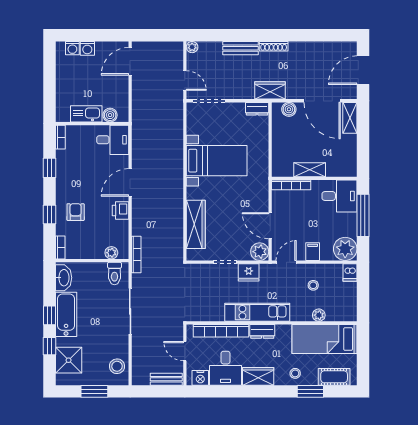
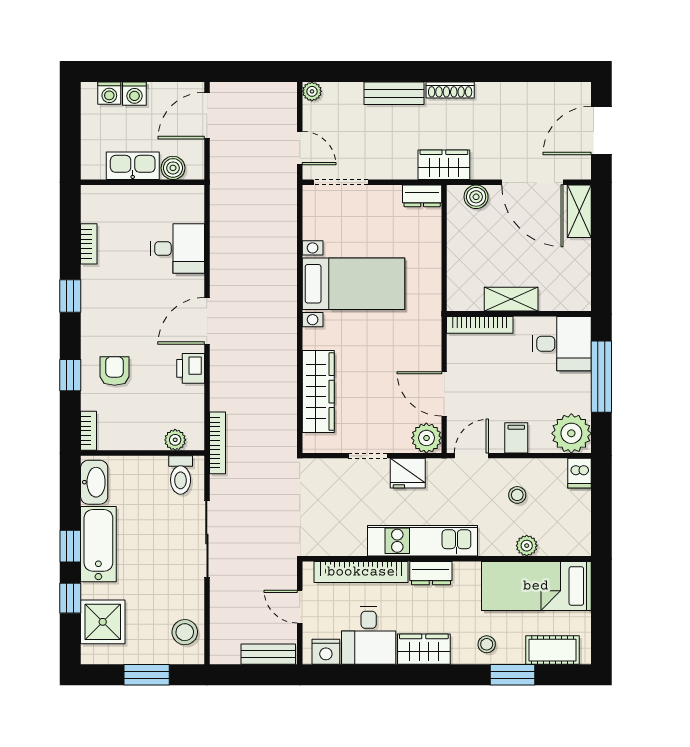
kitchen sink: (86, 114) -> (133, 166), moved
boiler: (110, 115) -> (173, 168), moved
wall: (92, 124) -> (142, 182), moved

